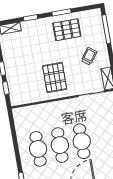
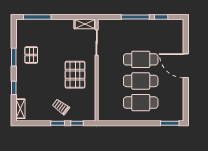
pallet: (67, 30) -> (31, 55), width x0.67, depth x0.71
trolley: (89, 56) -> (61, 107), moved
pallet: (55, 77) -> (75, 75), turned 90

